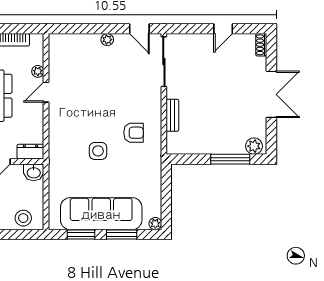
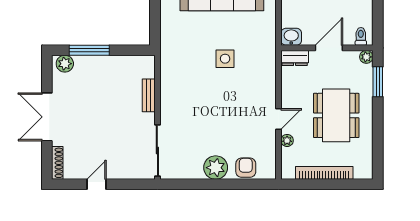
door: (139, 29) -> (183, 184), removed
plant: (107, 40) -> (216, 168), width x1.87, depth x1.87
shoe rack: (261, 45) -> (57, 163), width x1.43
armchair: (133, 133) -> (246, 168), moved, turned 90

